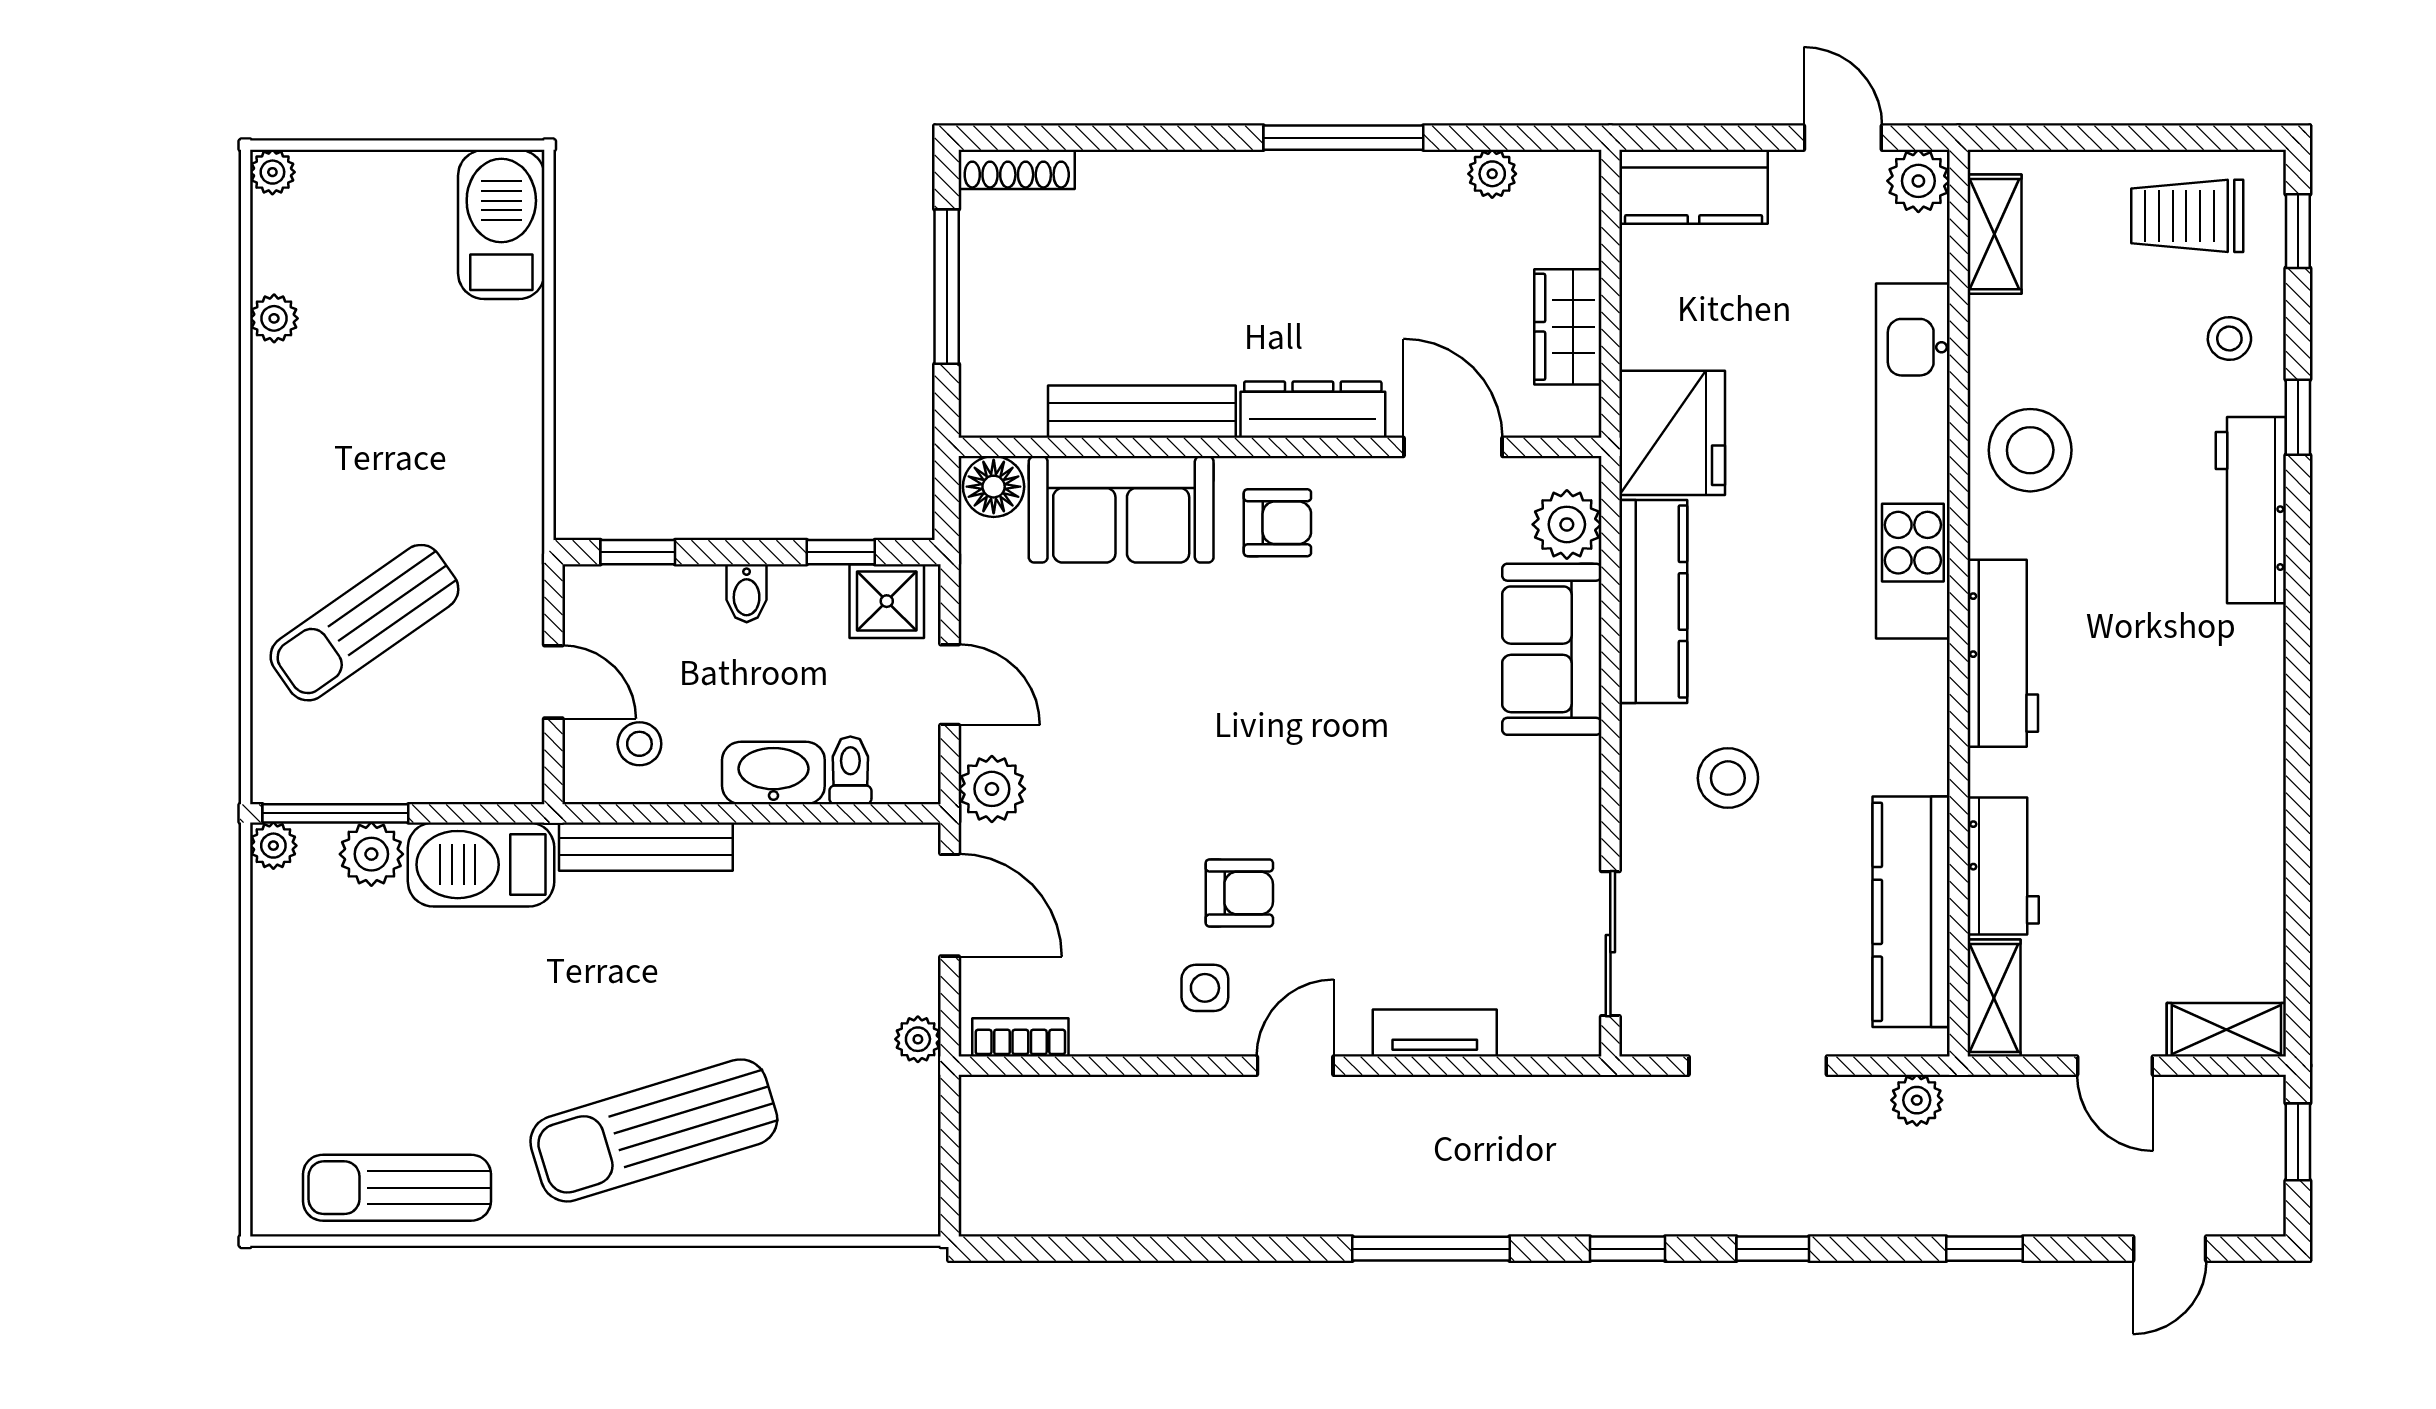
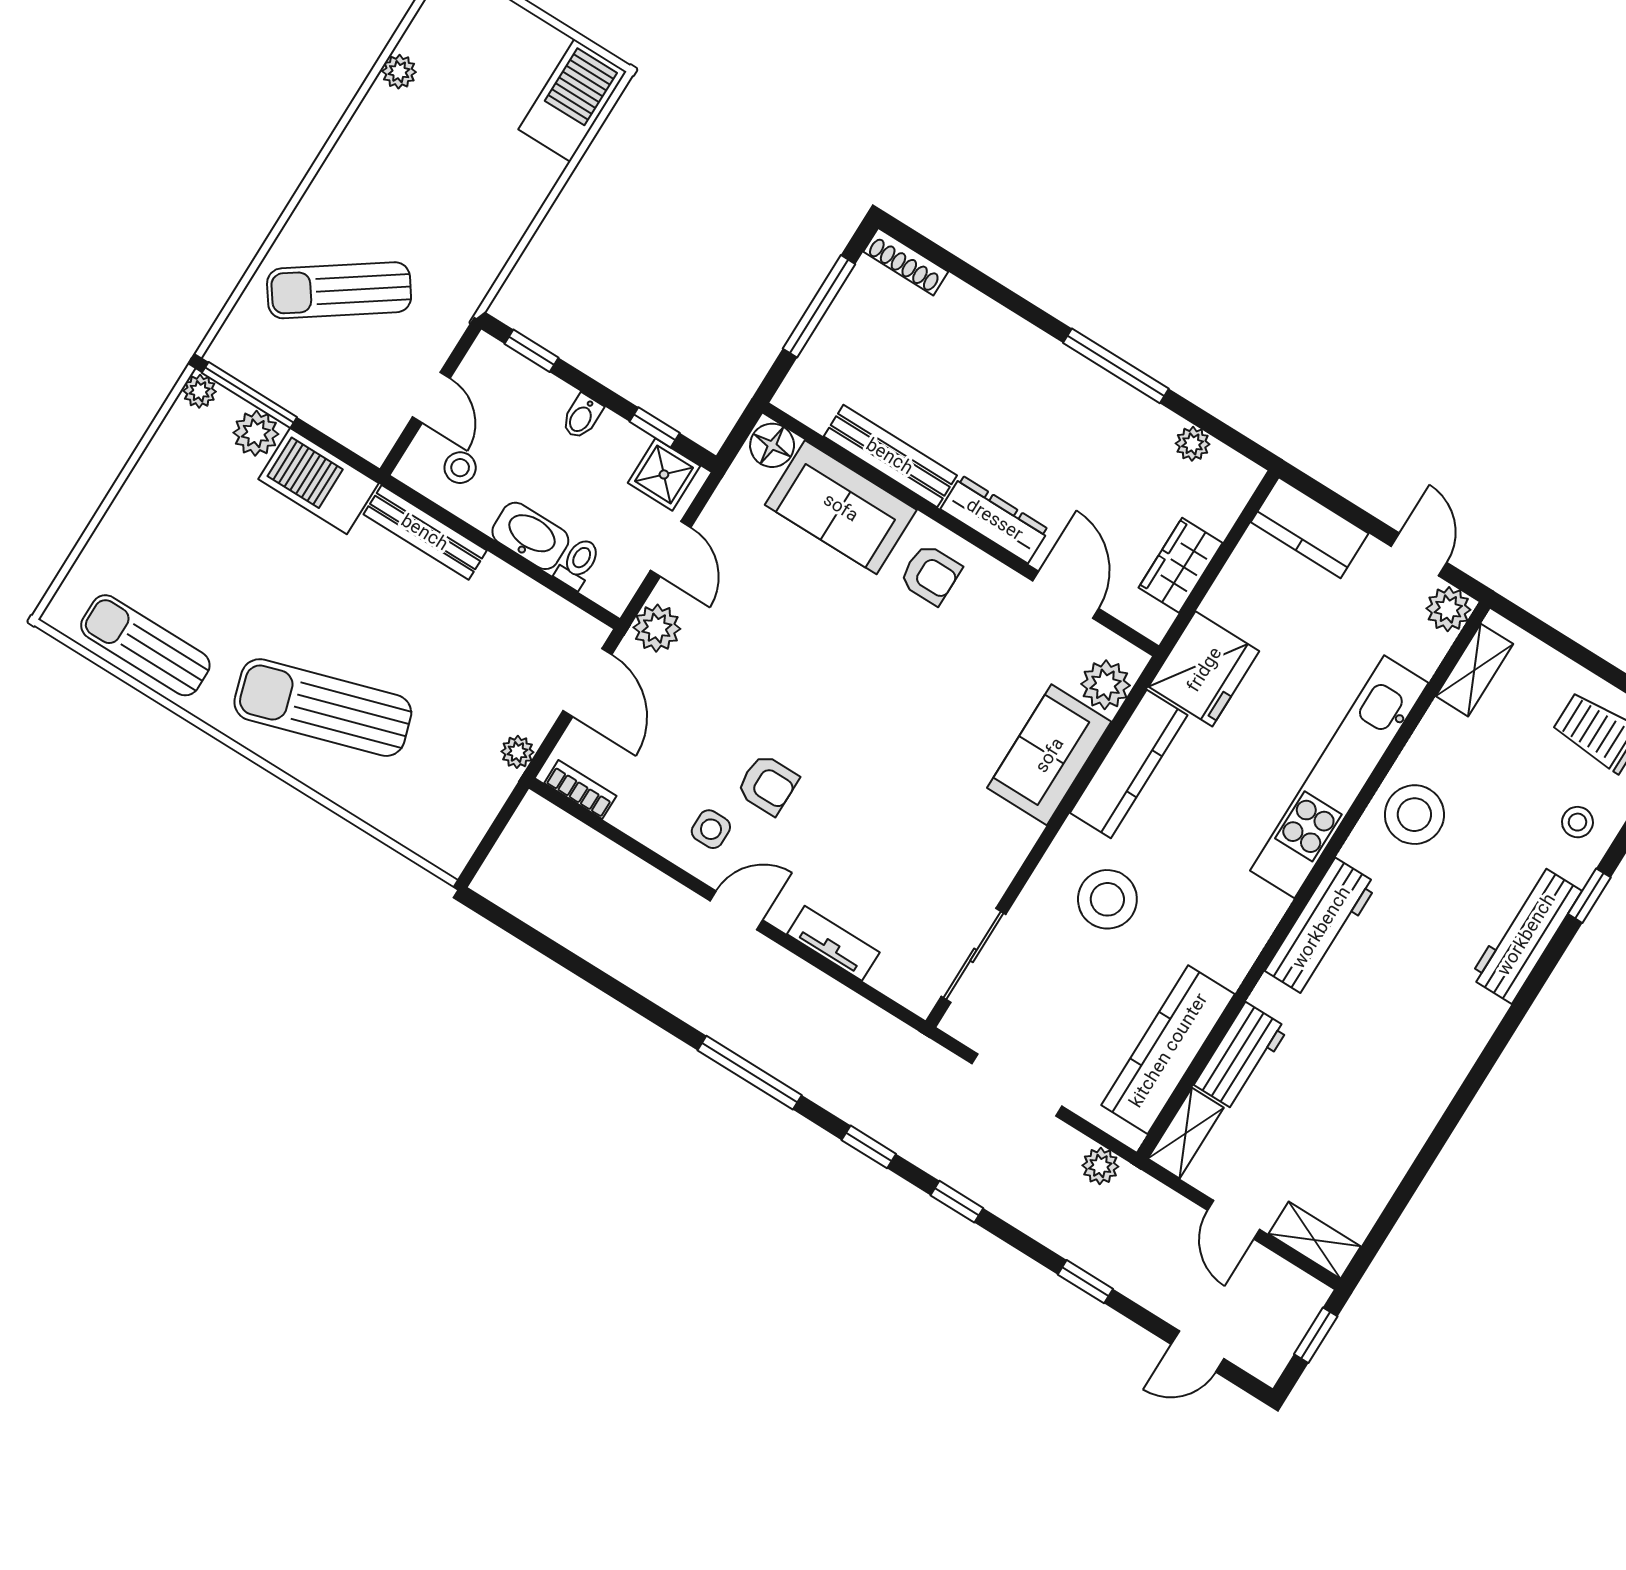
stool: (1728, 778) -> (1107, 899), width x1.38, depth x1.38

